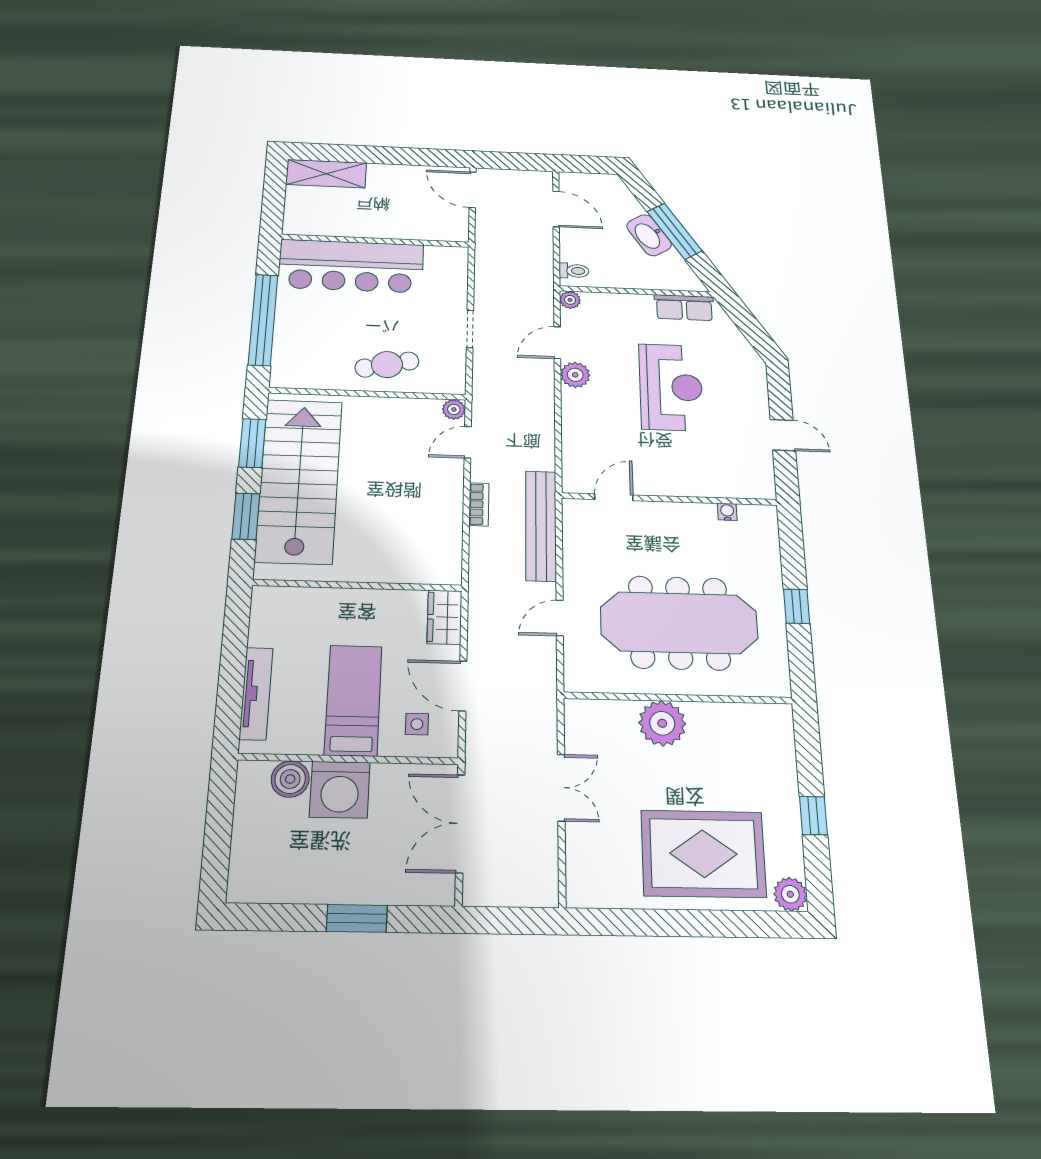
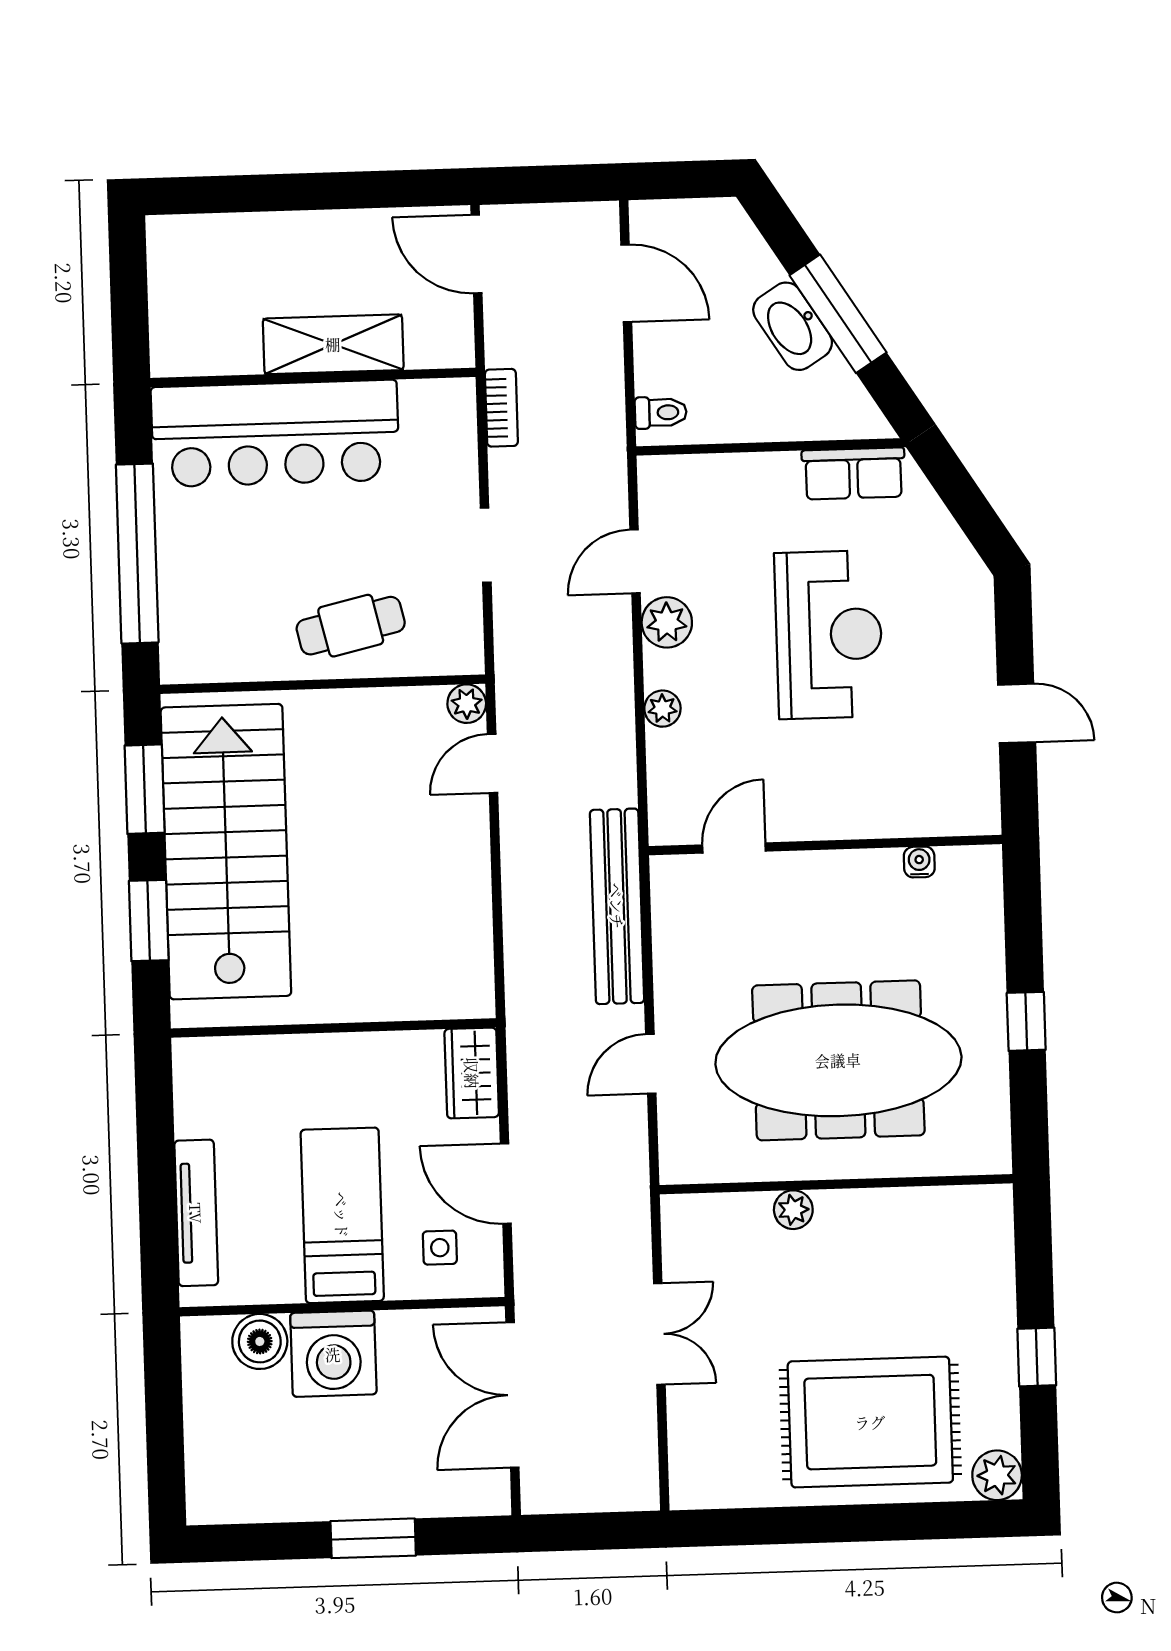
shelving: (326, 174) -> (333, 344), moved
plant: (570, 300) -> (662, 709), moved
bookcase: (479, 504) -> (501, 408), moved
plant: (662, 723) -> (793, 1210), width x0.53, depth x0.53

